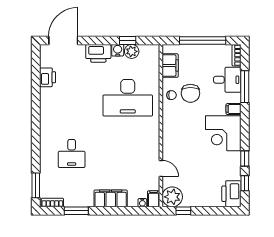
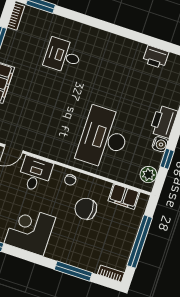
plant: (132, 51) -> (148, 175), moved
desk: (227, 80) -> (35, 174), moved, turned 180
chair: (171, 95) -> (70, 180), moved
filing cabinet: (234, 109) -> (53, 251), removed

